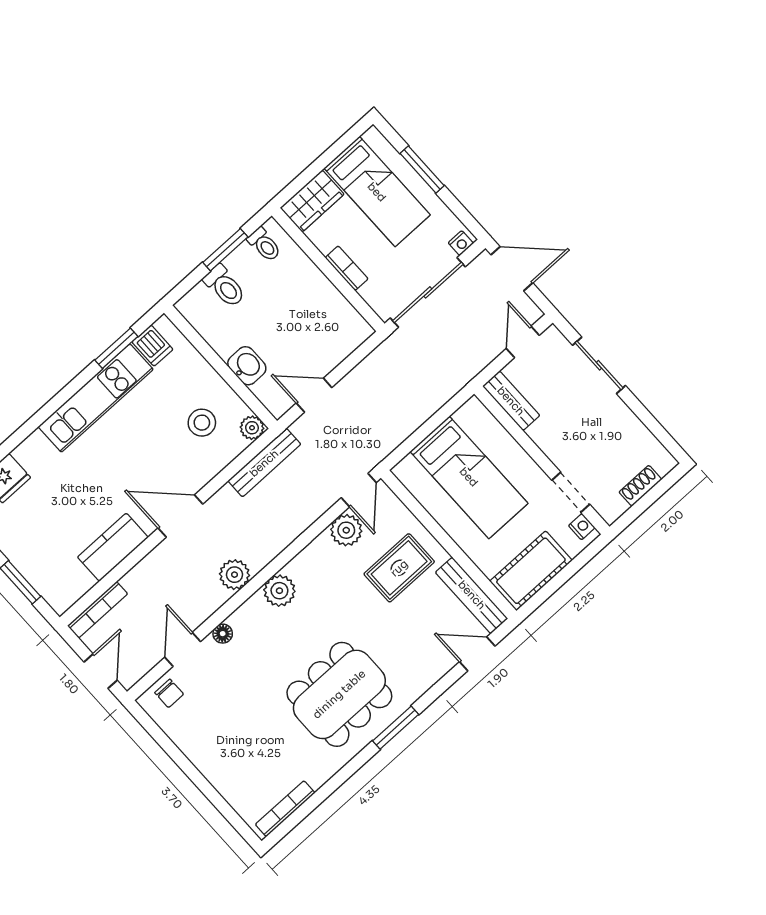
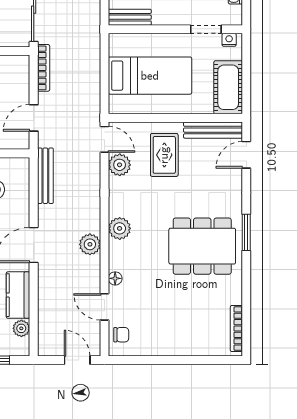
plant: (252, 428) -> (21, 328), moved
bookcase: (97, 610) -> (44, 68), moved
dining table: (339, 694) -> (202, 246), turned 90

